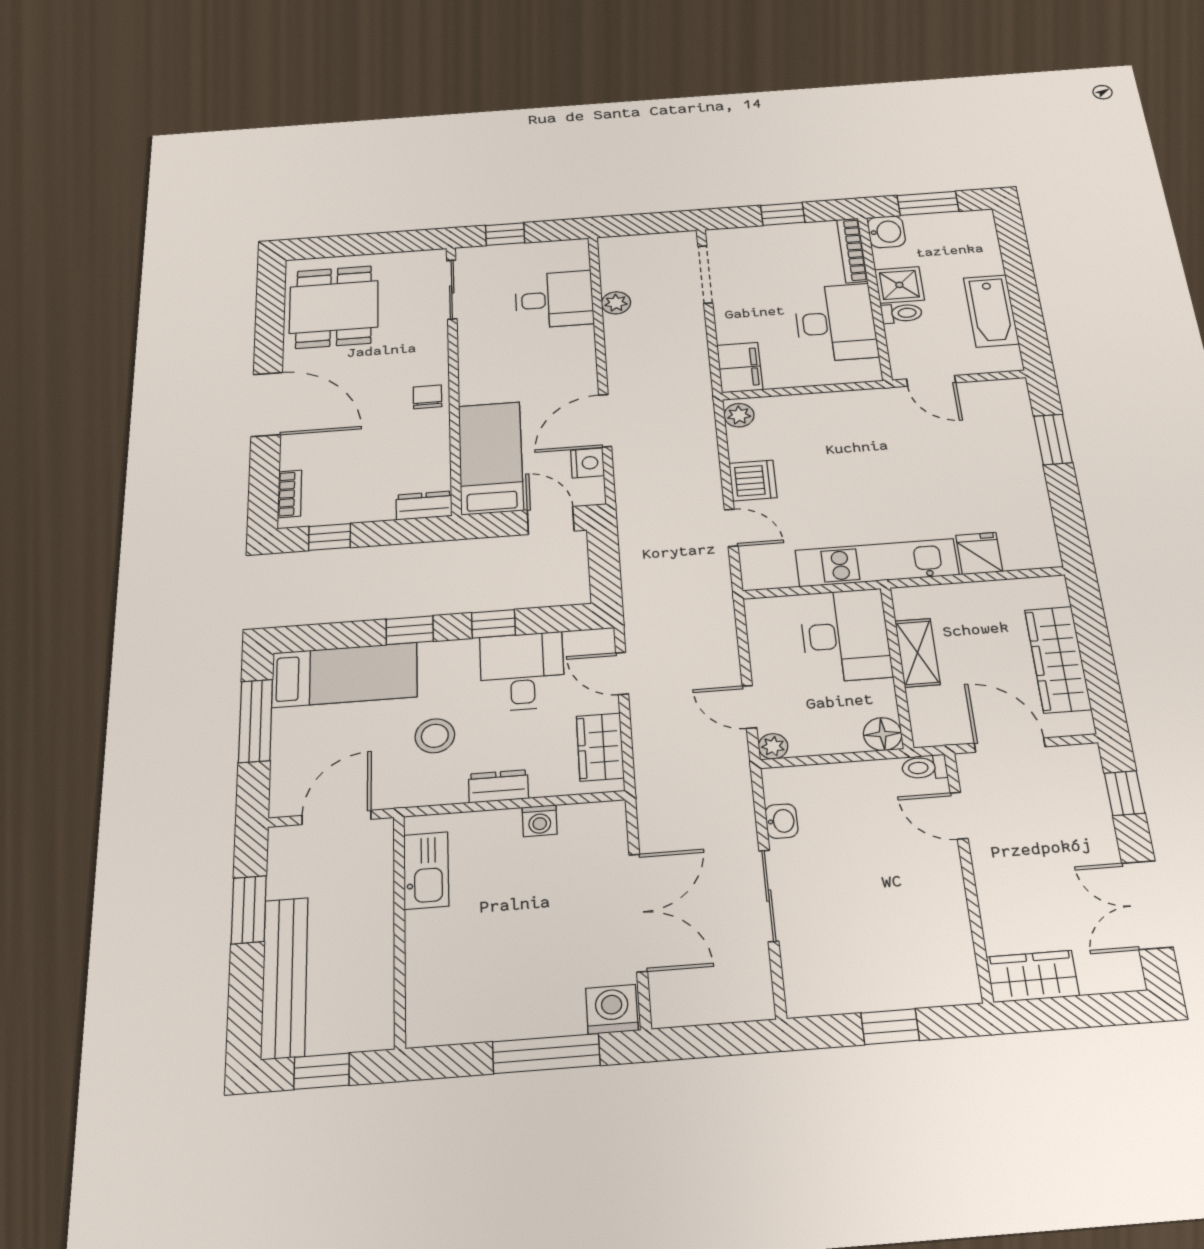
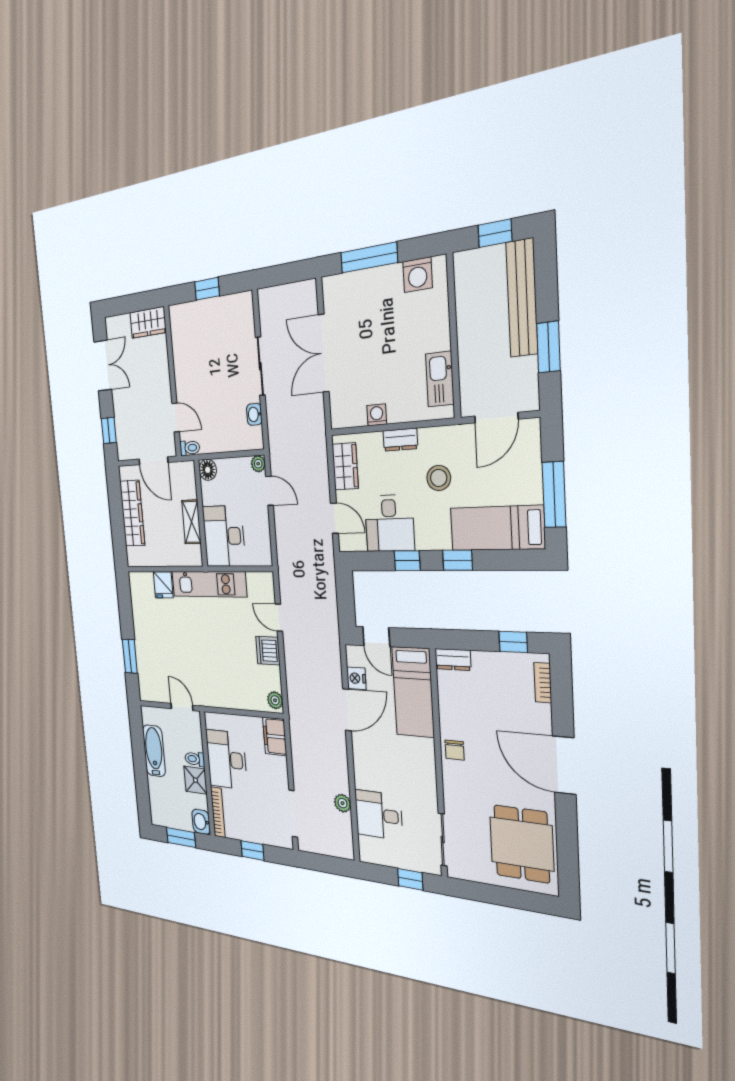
washing machine: (612, 1009) -> (418, 275), moved

